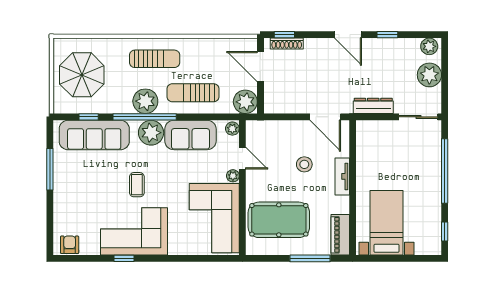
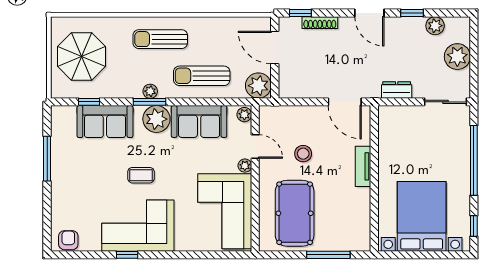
shoe rack: (287, 44) -> (320, 23), moved
plant: (429, 46) -> (435, 26), moved
sun lounger: (155, 59) -> (160, 39), turned 180
plant: (145, 101) -> (150, 91), width x0.53, depth x0.53
dresser: (373, 106) -> (397, 90), width x0.70
window: (145, 117) -> (150, 102), width x0.47
sofa: (94, 135) -> (105, 122), width x0.73
stool: (304, 164) -> (303, 154), moved
coffee table: (137, 185) -> (141, 175), turned 90
pool table: (279, 220) -> (295, 213), turned 90
bed with nightstands: (386, 223) -> (422, 216), width x1.36
piano: (340, 235) -> (361, 229), removed

